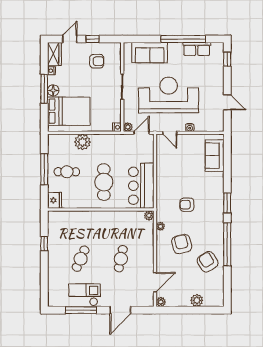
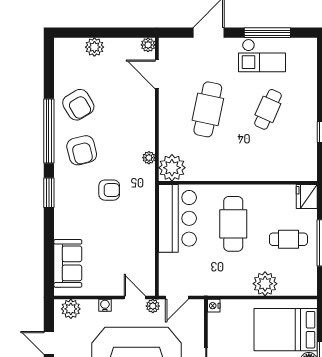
plant: (213, 125) -> (71, 309), added
plant: (128, 127) -> (153, 306), moved
plant: (149, 215) -> (172, 168), width x1.88, depth x1.88
armchair: (182, 244) -> (82, 150), moved
cafe table: (121, 259) -> (208, 109), width x1.37, depth x1.35
door: (155, 282) -> (157, 74), hinge flipped

